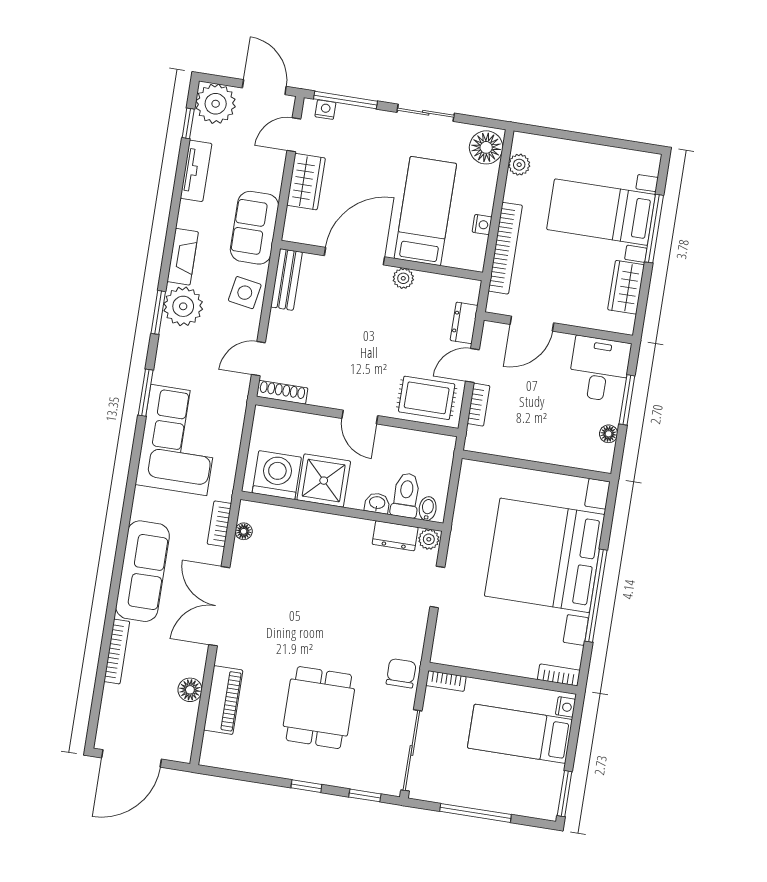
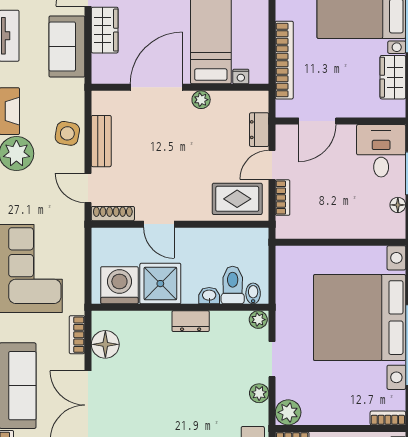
nightstand: (482, 225) -> (241, 77), moved, turned 90
sofa: (254, 228) -> (67, 46), moved
bench: (286, 279) -> (101, 141), moved
door: (258, 359) -> (88, 188), hinge flipped
door: (360, 417) -> (159, 224), moved
floor lamp: (244, 531) -> (105, 344), width x1.89, depth x1.89
dresser: (395, 536) -> (191, 321), moved
plant: (416, 623) -> (259, 393), added
plant: (446, 651) -> (288, 412), added

